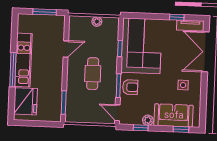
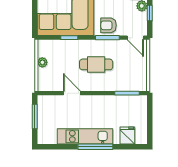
armchair: (130, 87) -> (108, 25), turned -90
fridge: (25, 101) -> (127, 135), width x0.53, depth x0.75
door: (117, 113) -> (135, 38), hinge flipped

